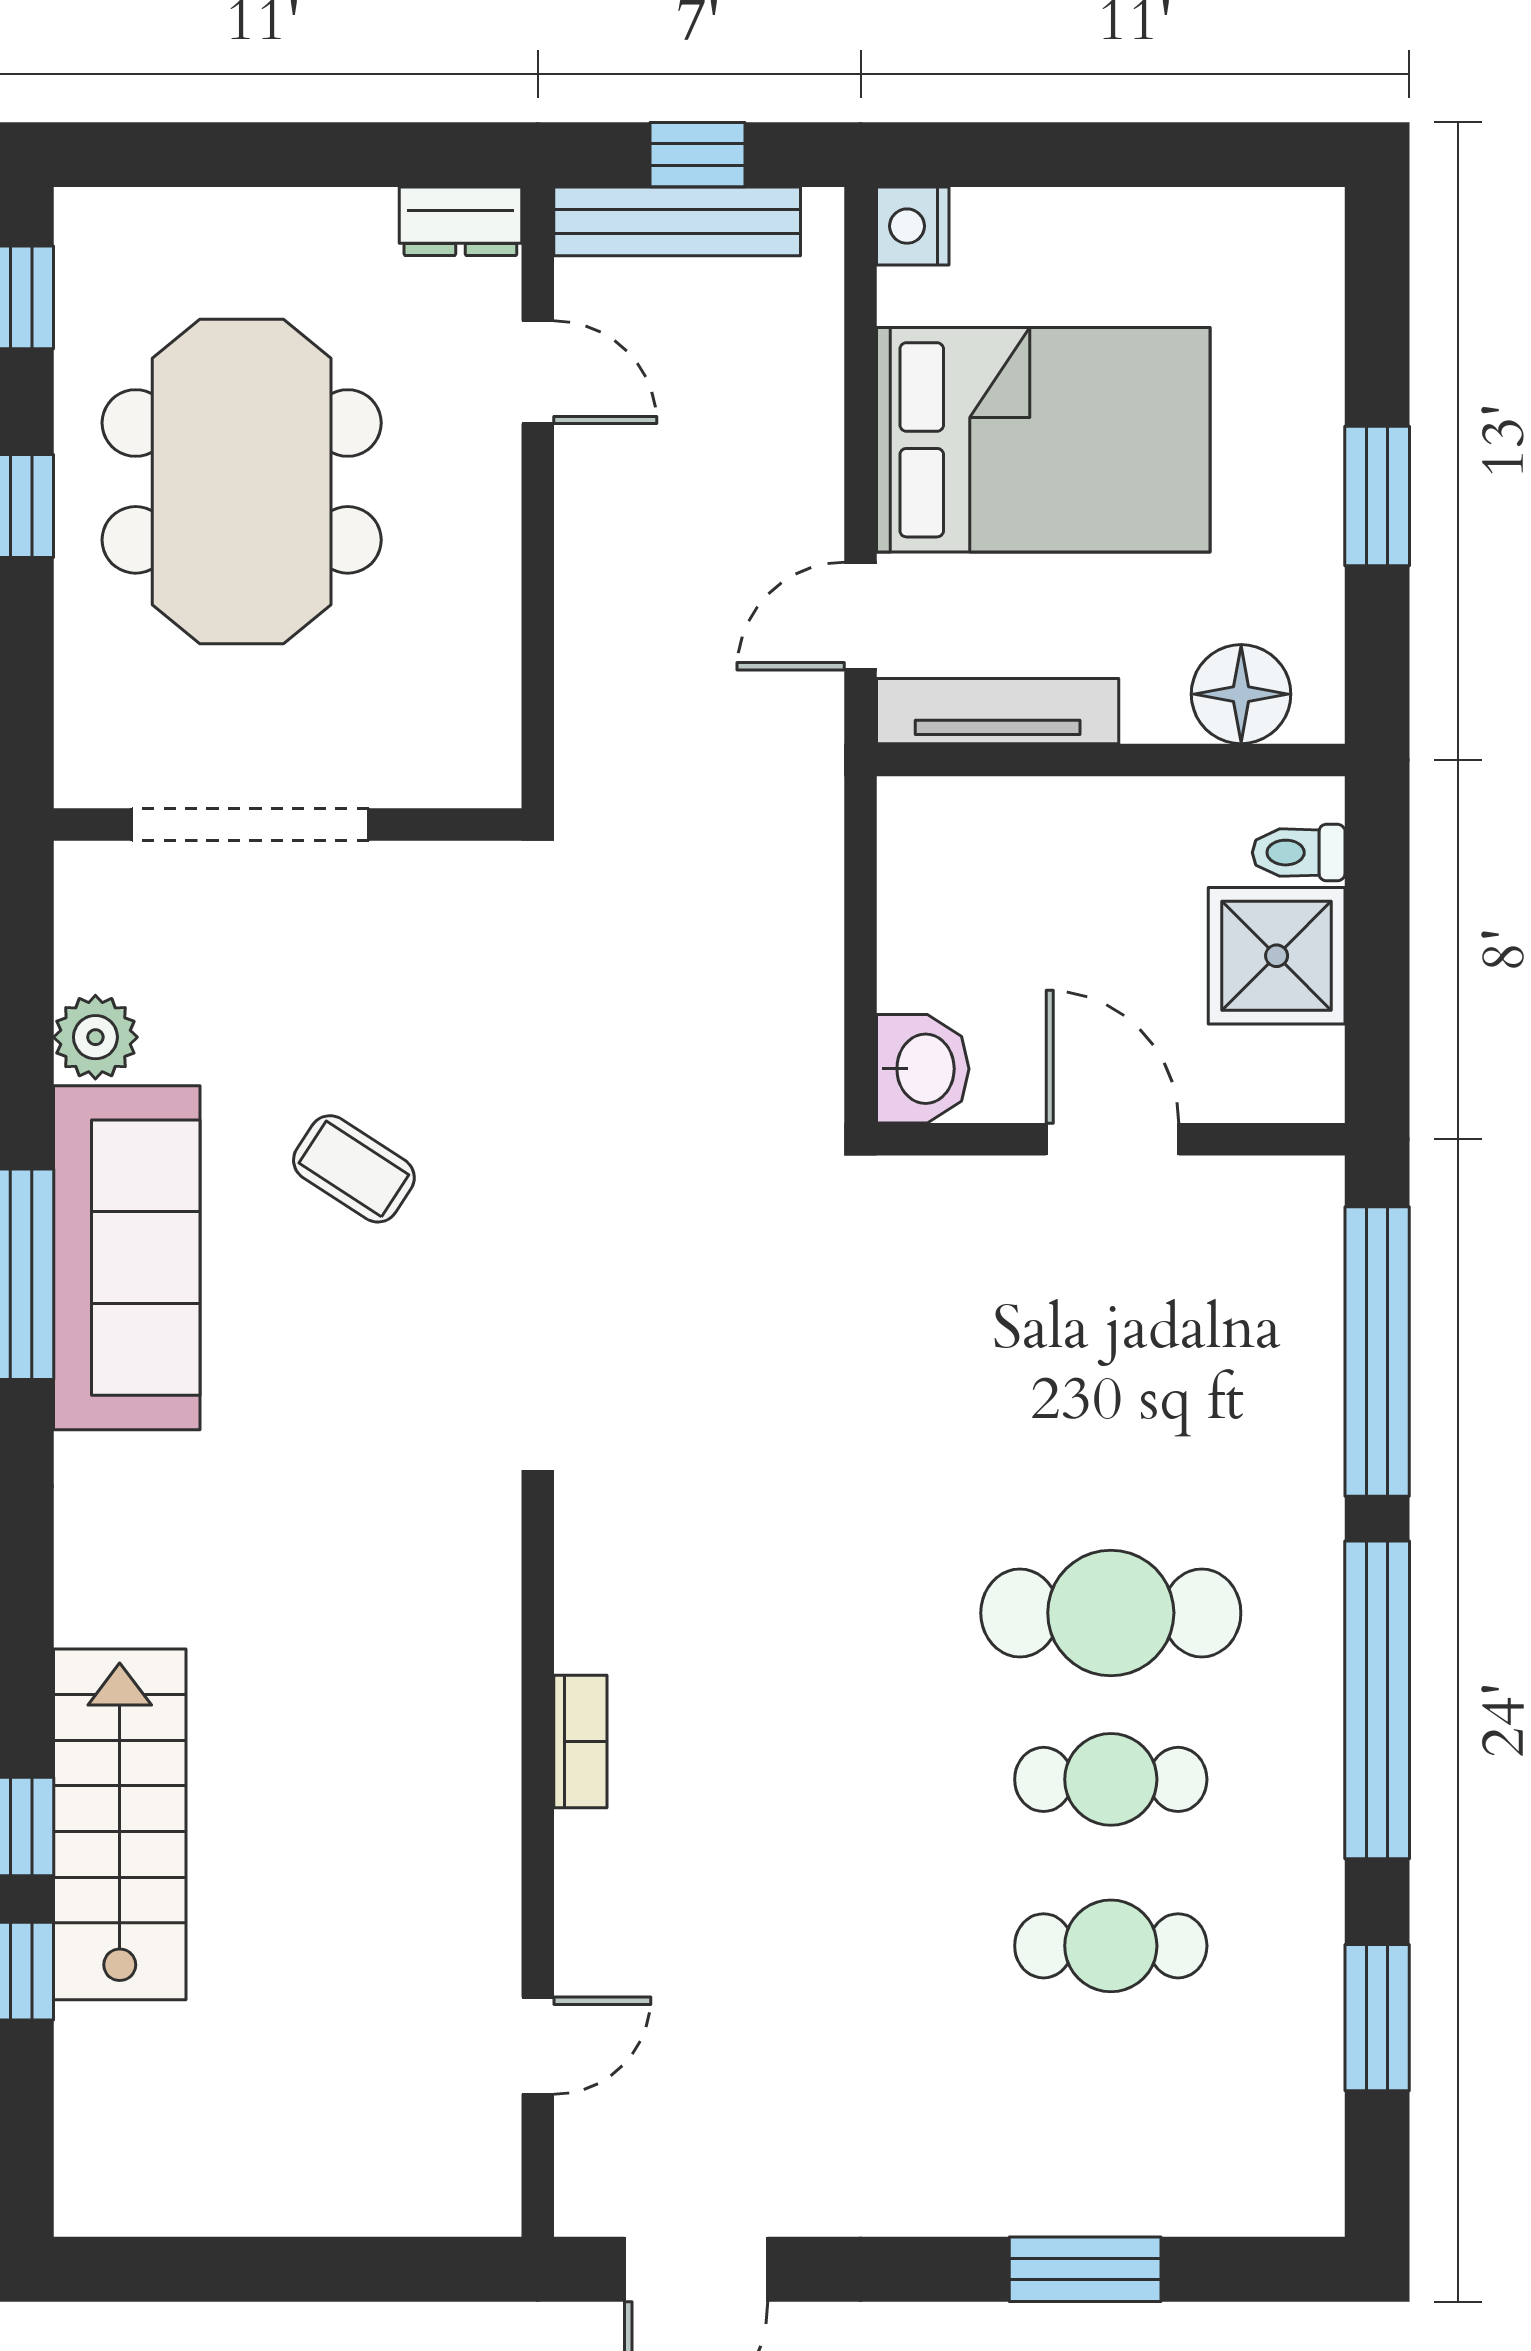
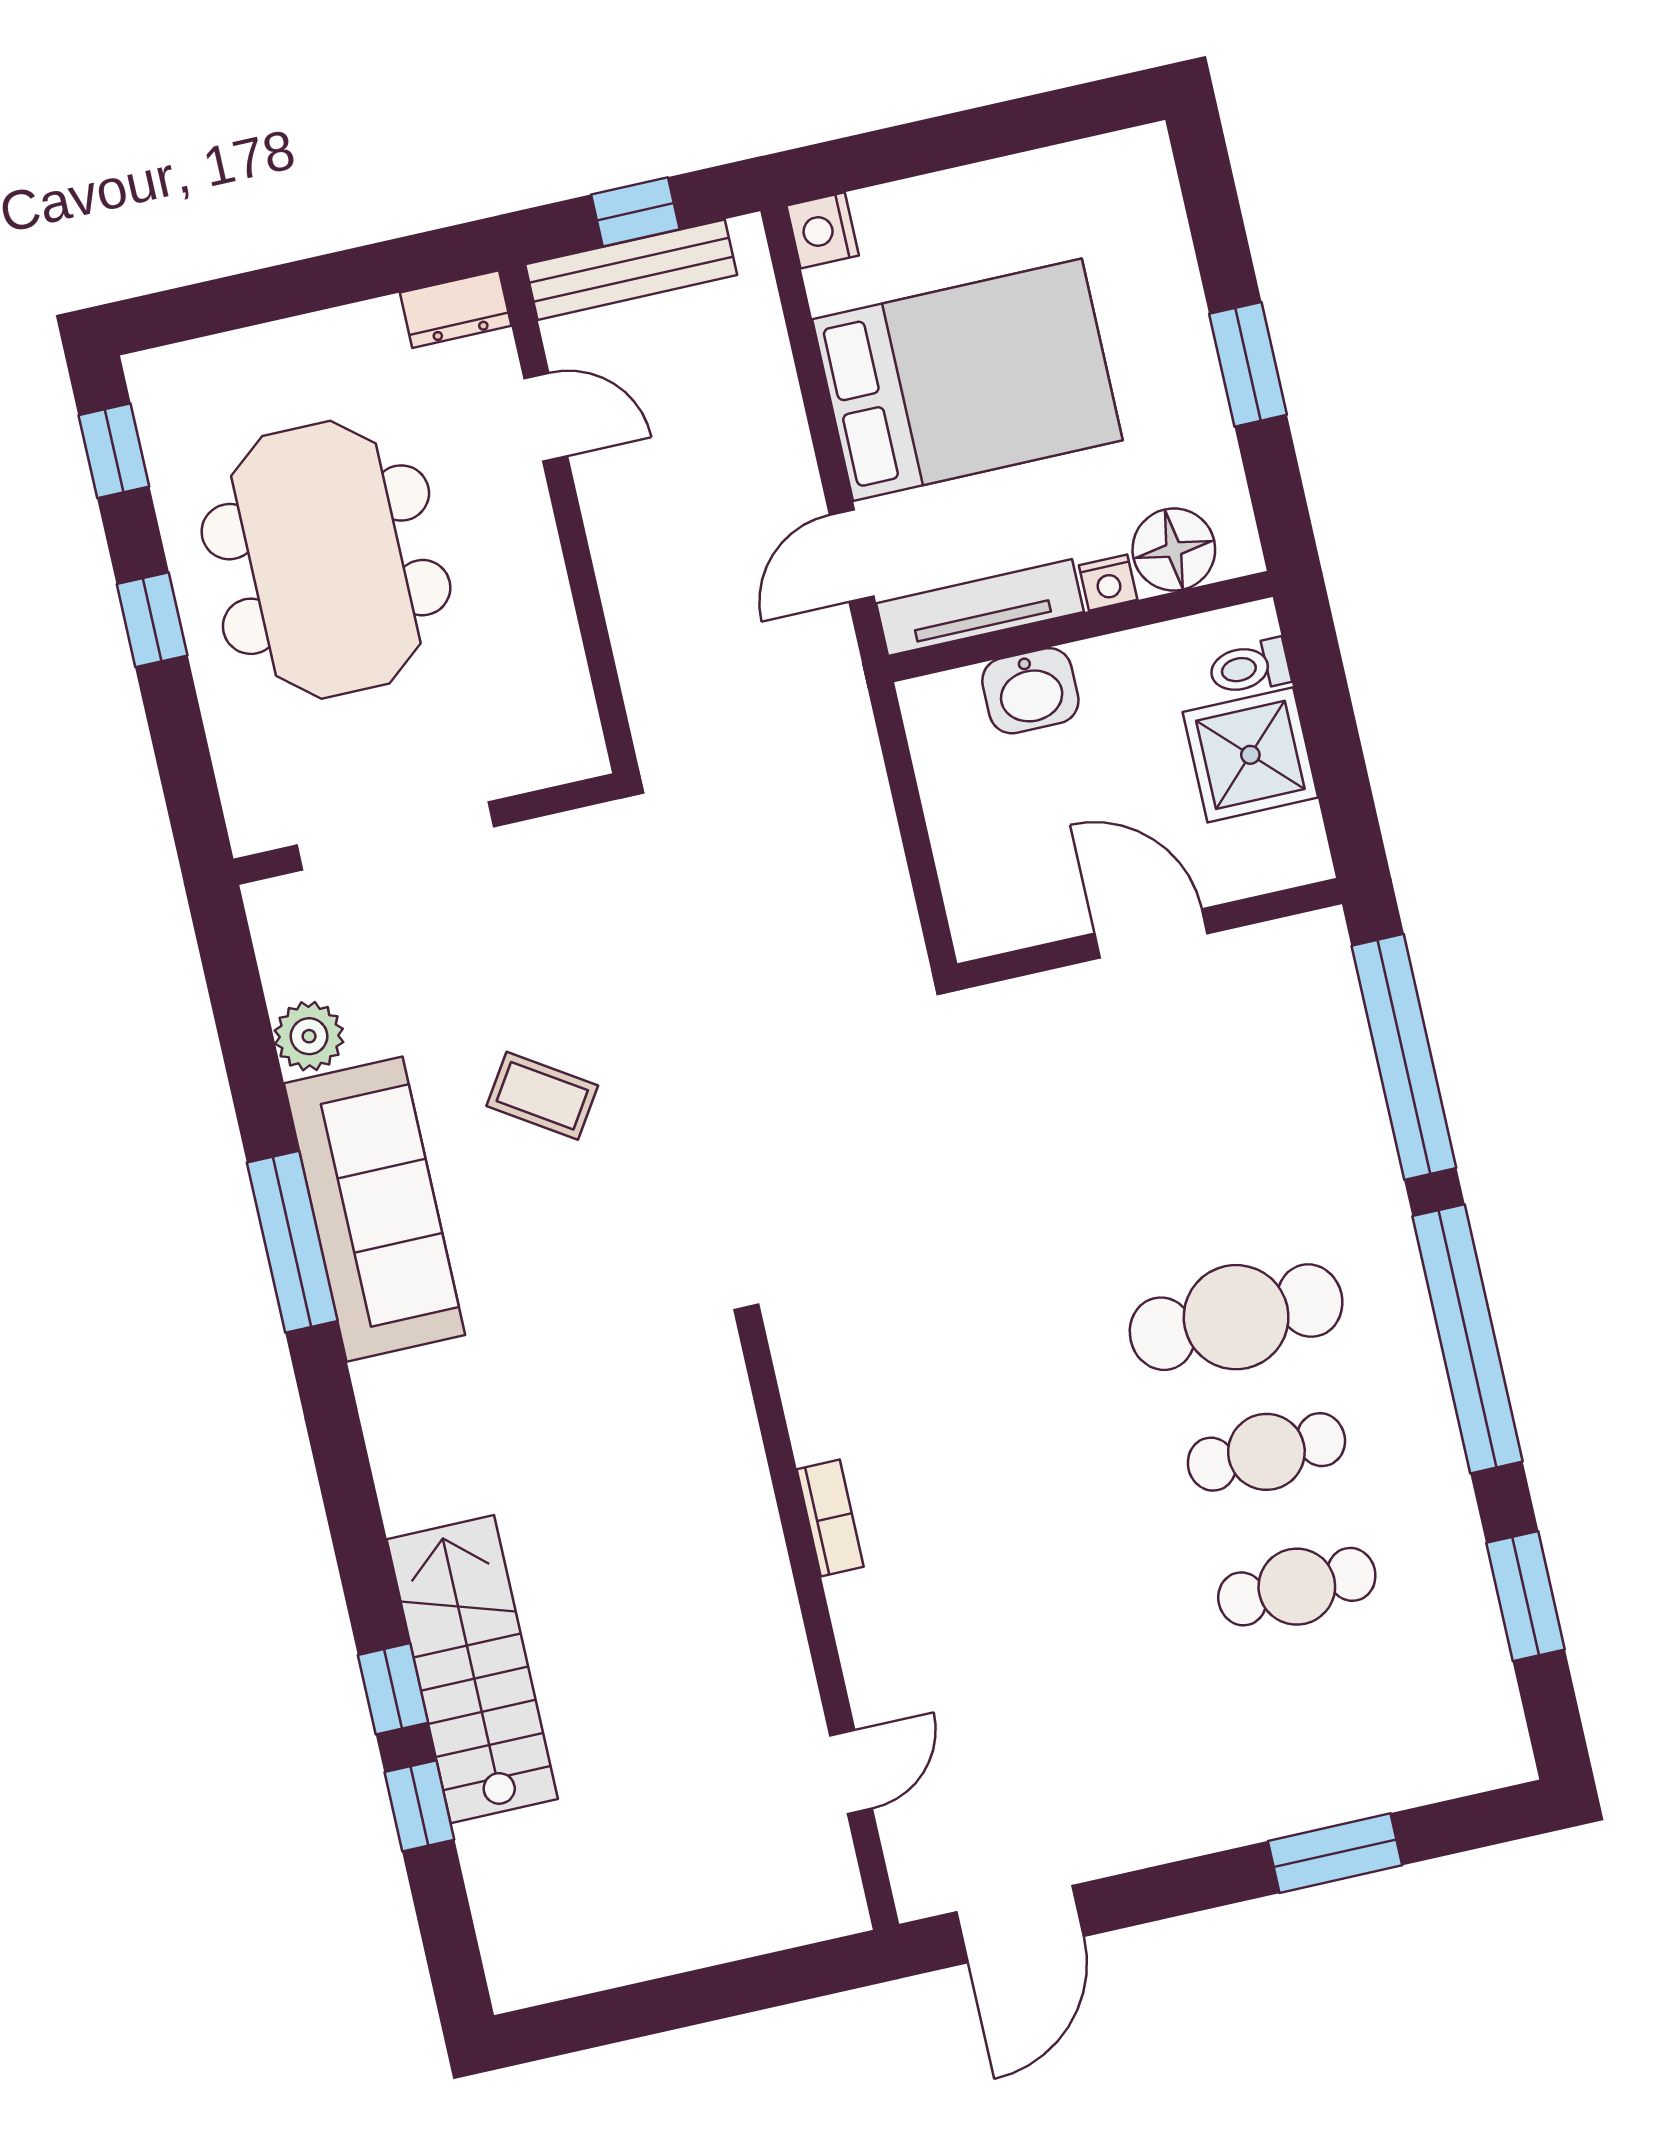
nightstand: (1155, 716) -> (1108, 583), added
washbasin: (923, 1069) -> (1030, 691), moved, turned 90

